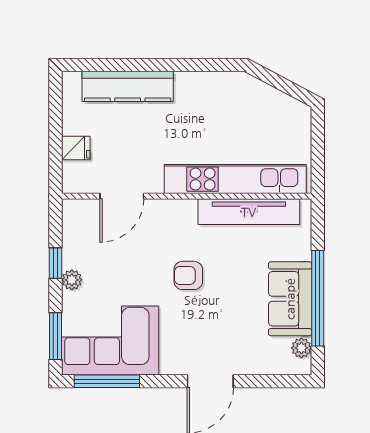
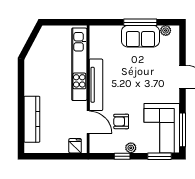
fridge: (76, 148) -> (75, 146), moved
tv unit: (249, 212) -> (96, 85), moved
armchair: (188, 275) -> (121, 121), moved, turned 90
window: (318, 298) -> (140, 22), width x0.68

